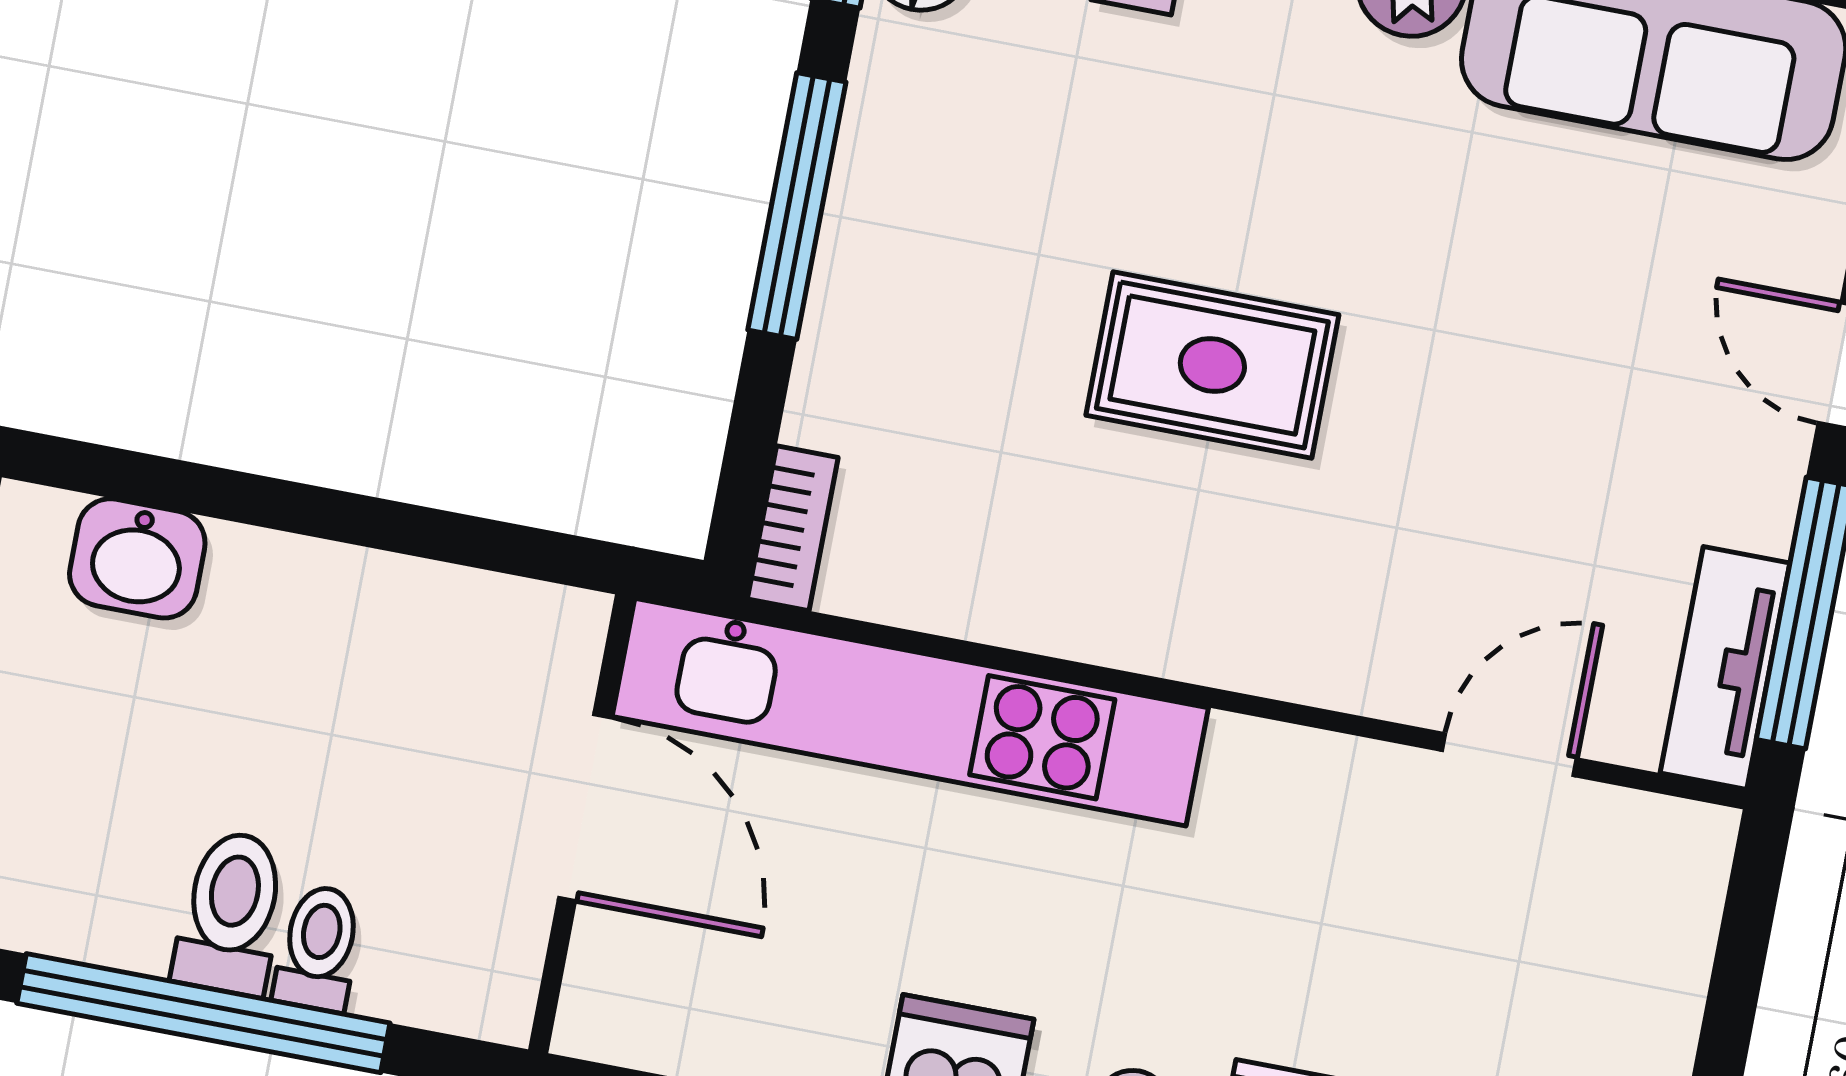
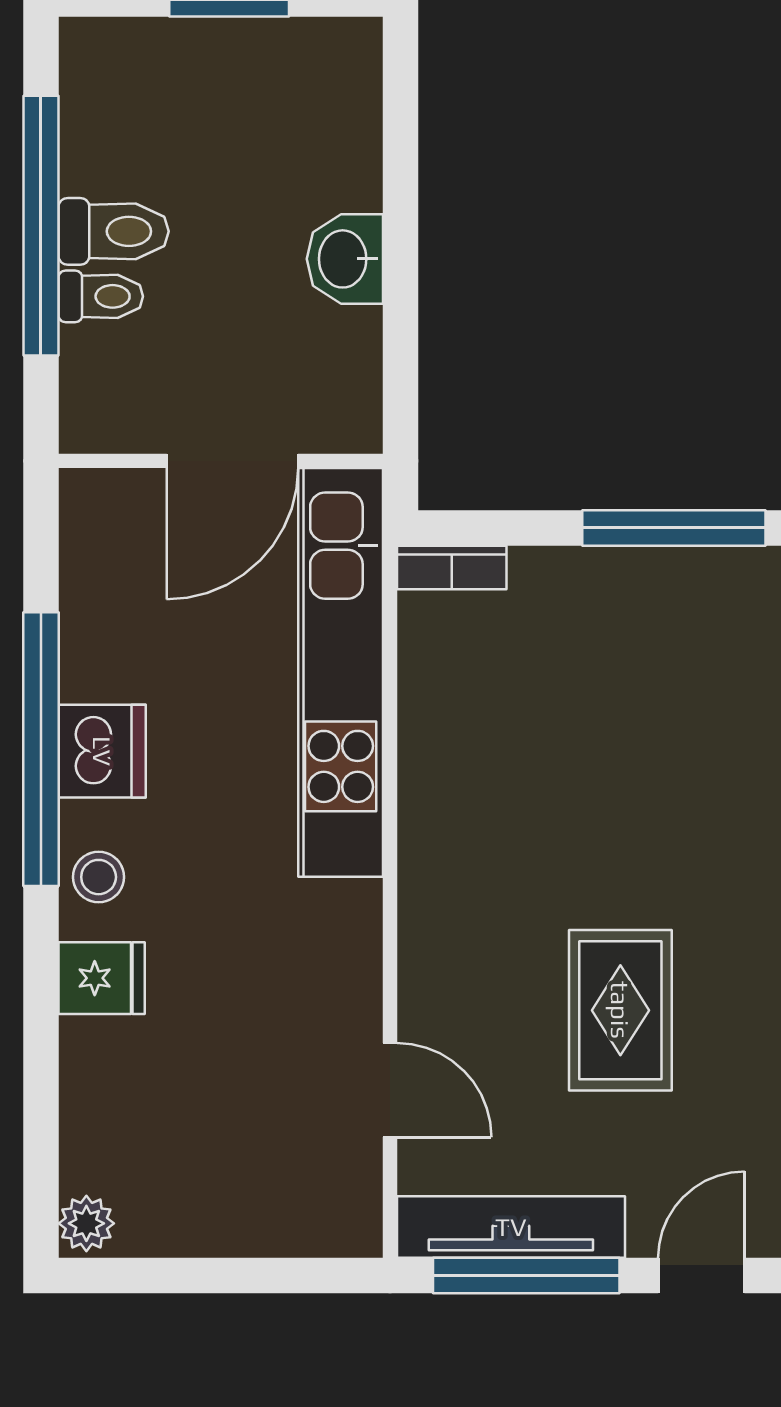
rug: (1212, 365) -> (620, 1010), moved
washbasin: (137, 558) -> (345, 259), moved
tv unit: (1725, 668) -> (511, 1227), width x1.41

